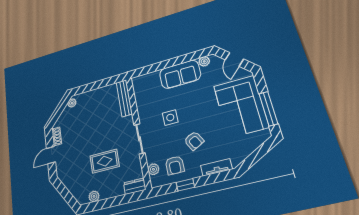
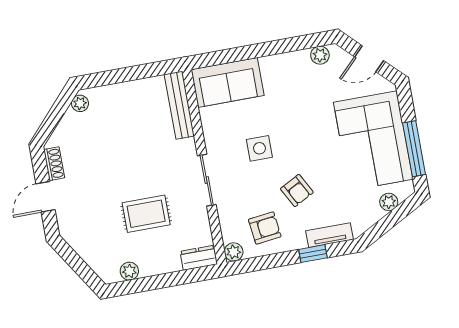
door: (234, 59) -> (369, 59), hinge flipped
sofa: (180, 74) -> (228, 82), moved
plant: (255, 143) -> (389, 202), added
armchair: (175, 165) -> (265, 228), turned -97
plant: (153, 169) -> (234, 252), moved
window: (185, 185) -> (313, 254), moved

